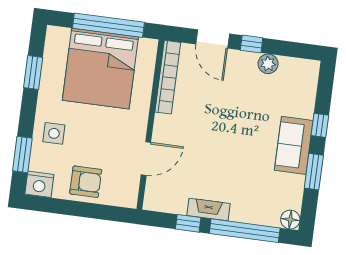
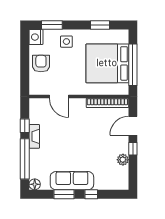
sofa: (294, 145) -> (72, 181), width x1.36
armchair: (86, 182) -> (41, 64), turned 180

